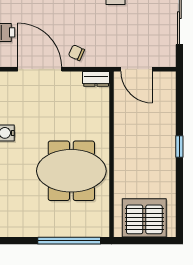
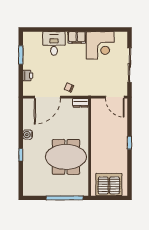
door: (40, 69) -> (47, 97), swing flipped
door: (137, 69) -> (115, 97), moved

